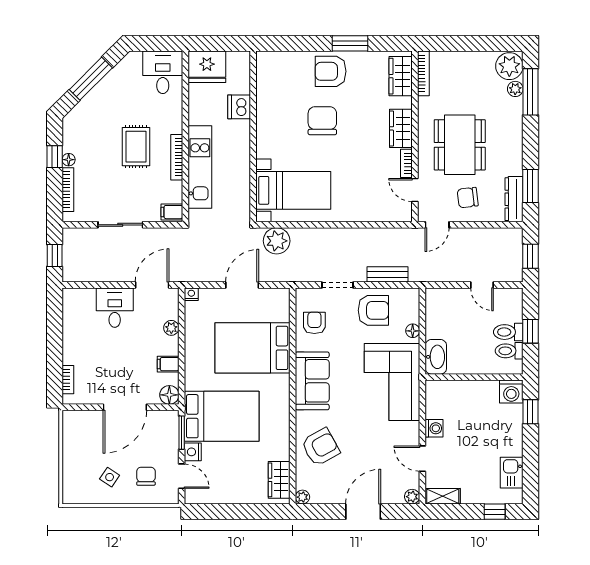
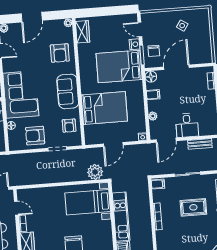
rug: (136, 147) -> (193, 207), moved, turned 90
kitchen unit: (200, 167) -> (121, 217), moved, turned 180
bench: (387, 274) -> (200, 144), moved
armchair: (321, 447) -> (60, 53), turned -61
chair: (146, 476) -> (154, 51), moved

